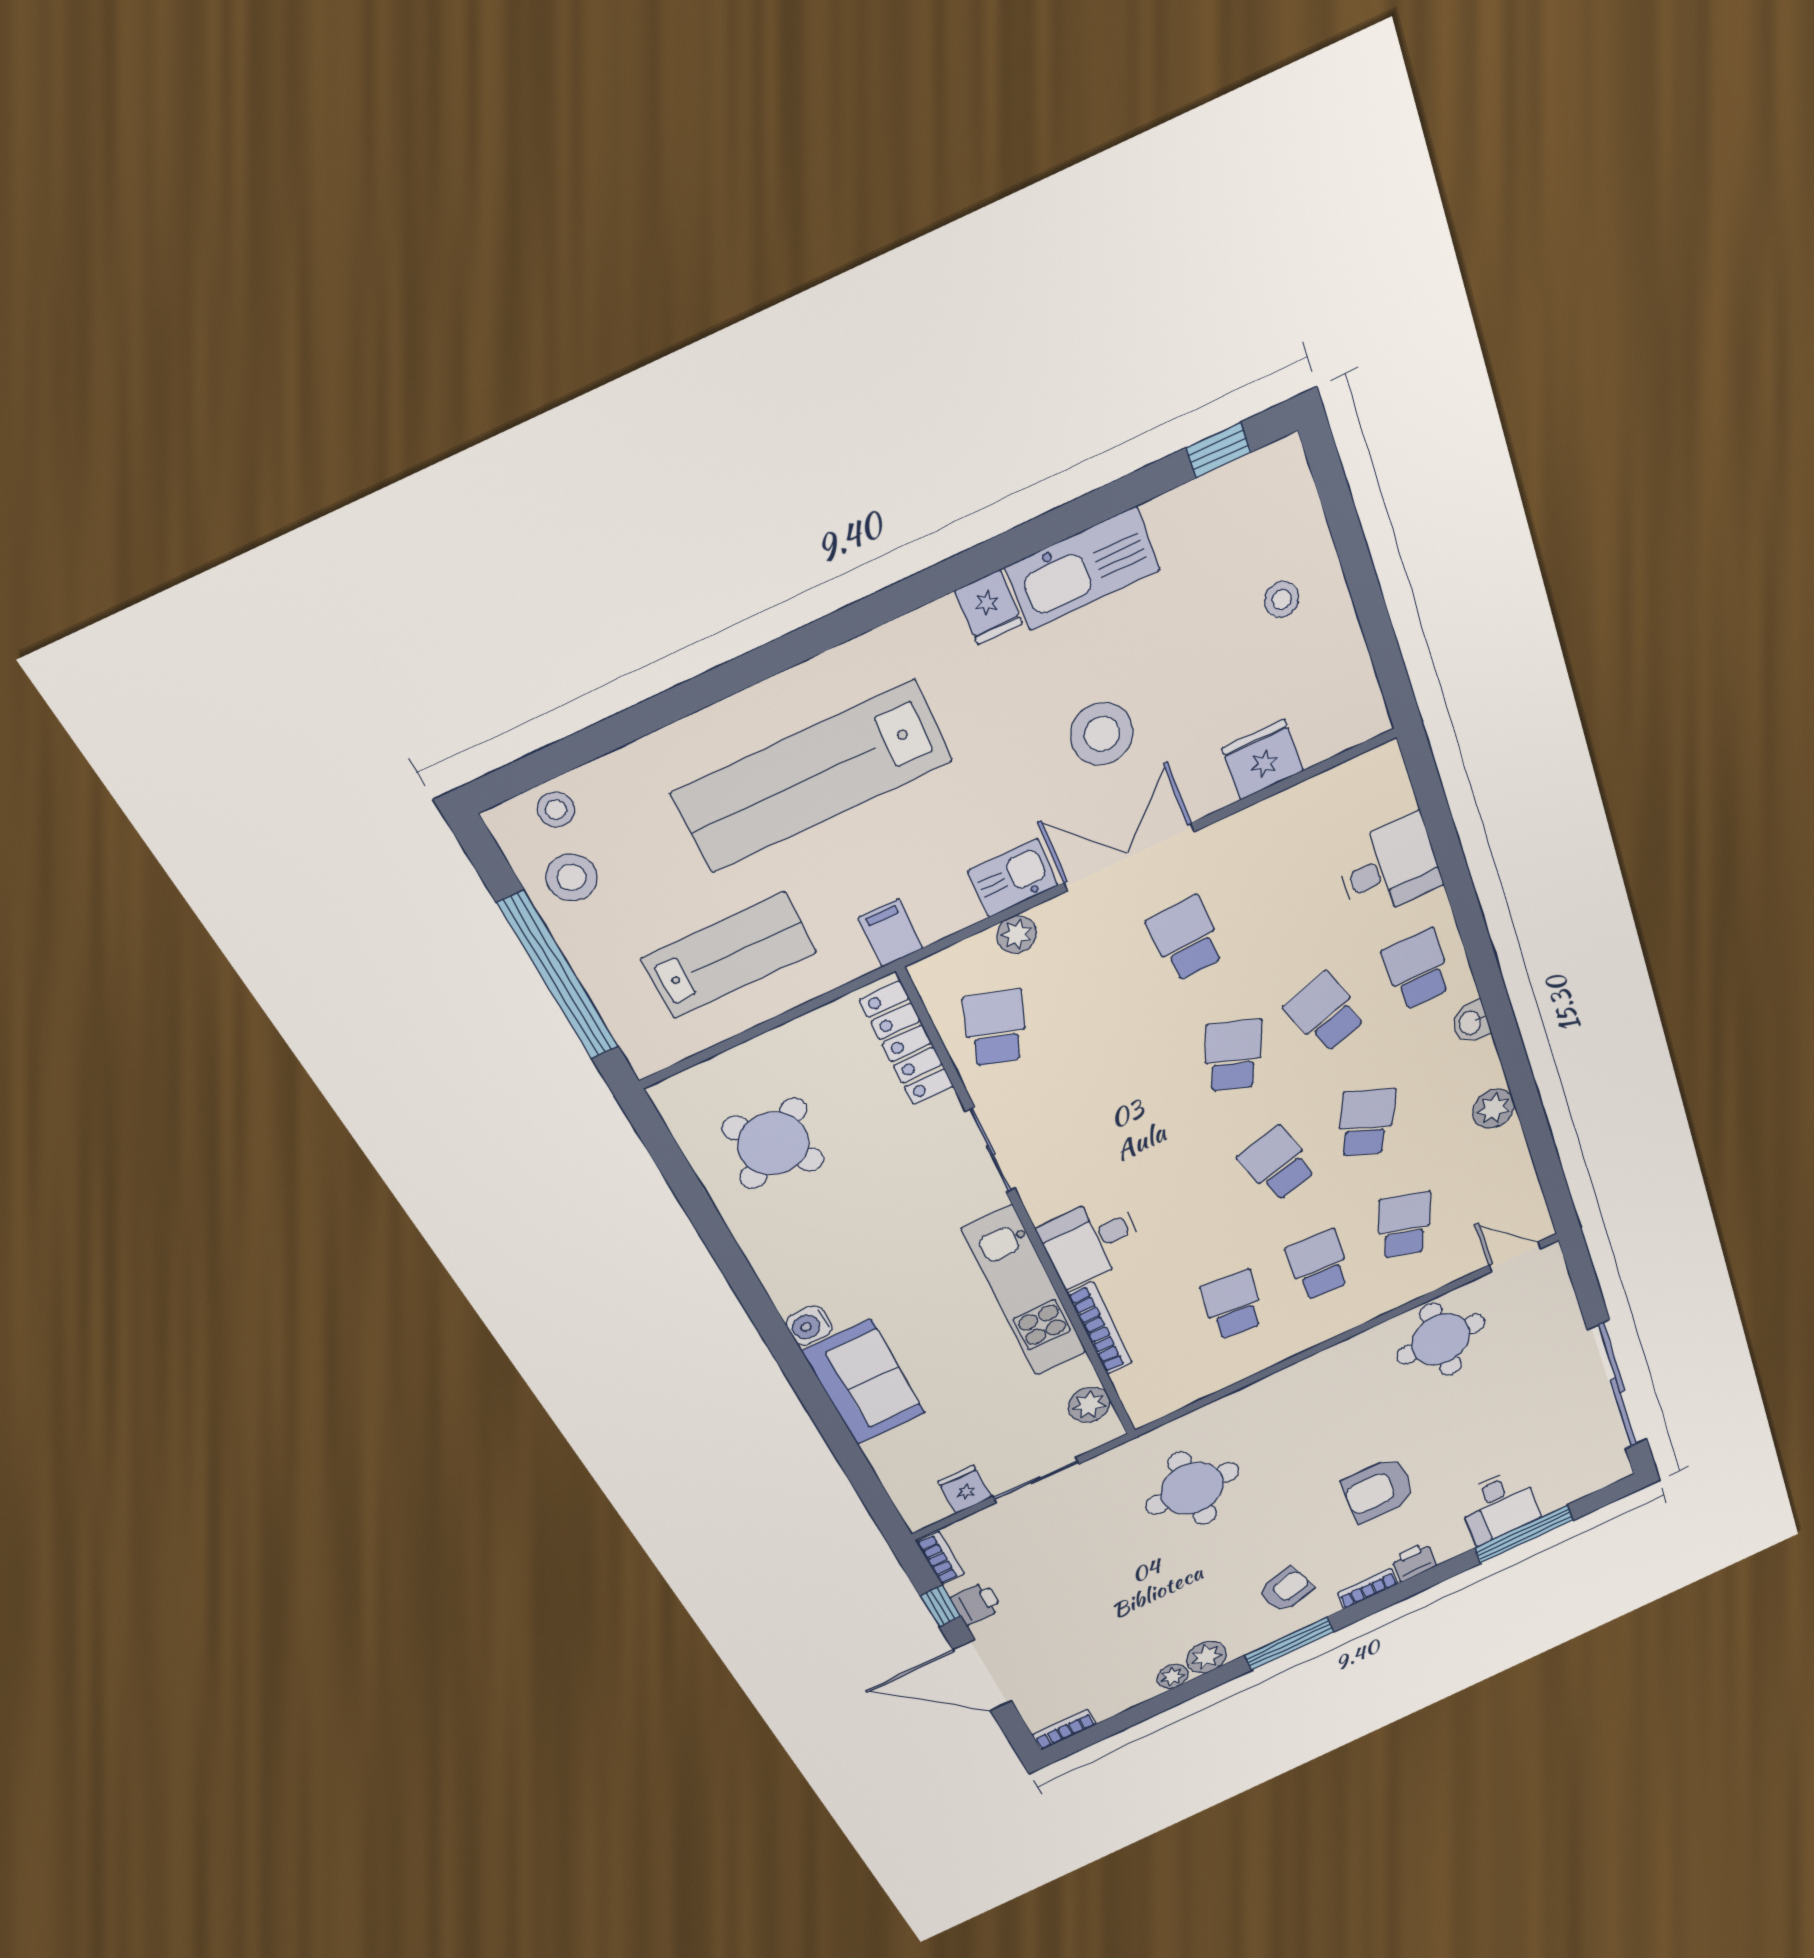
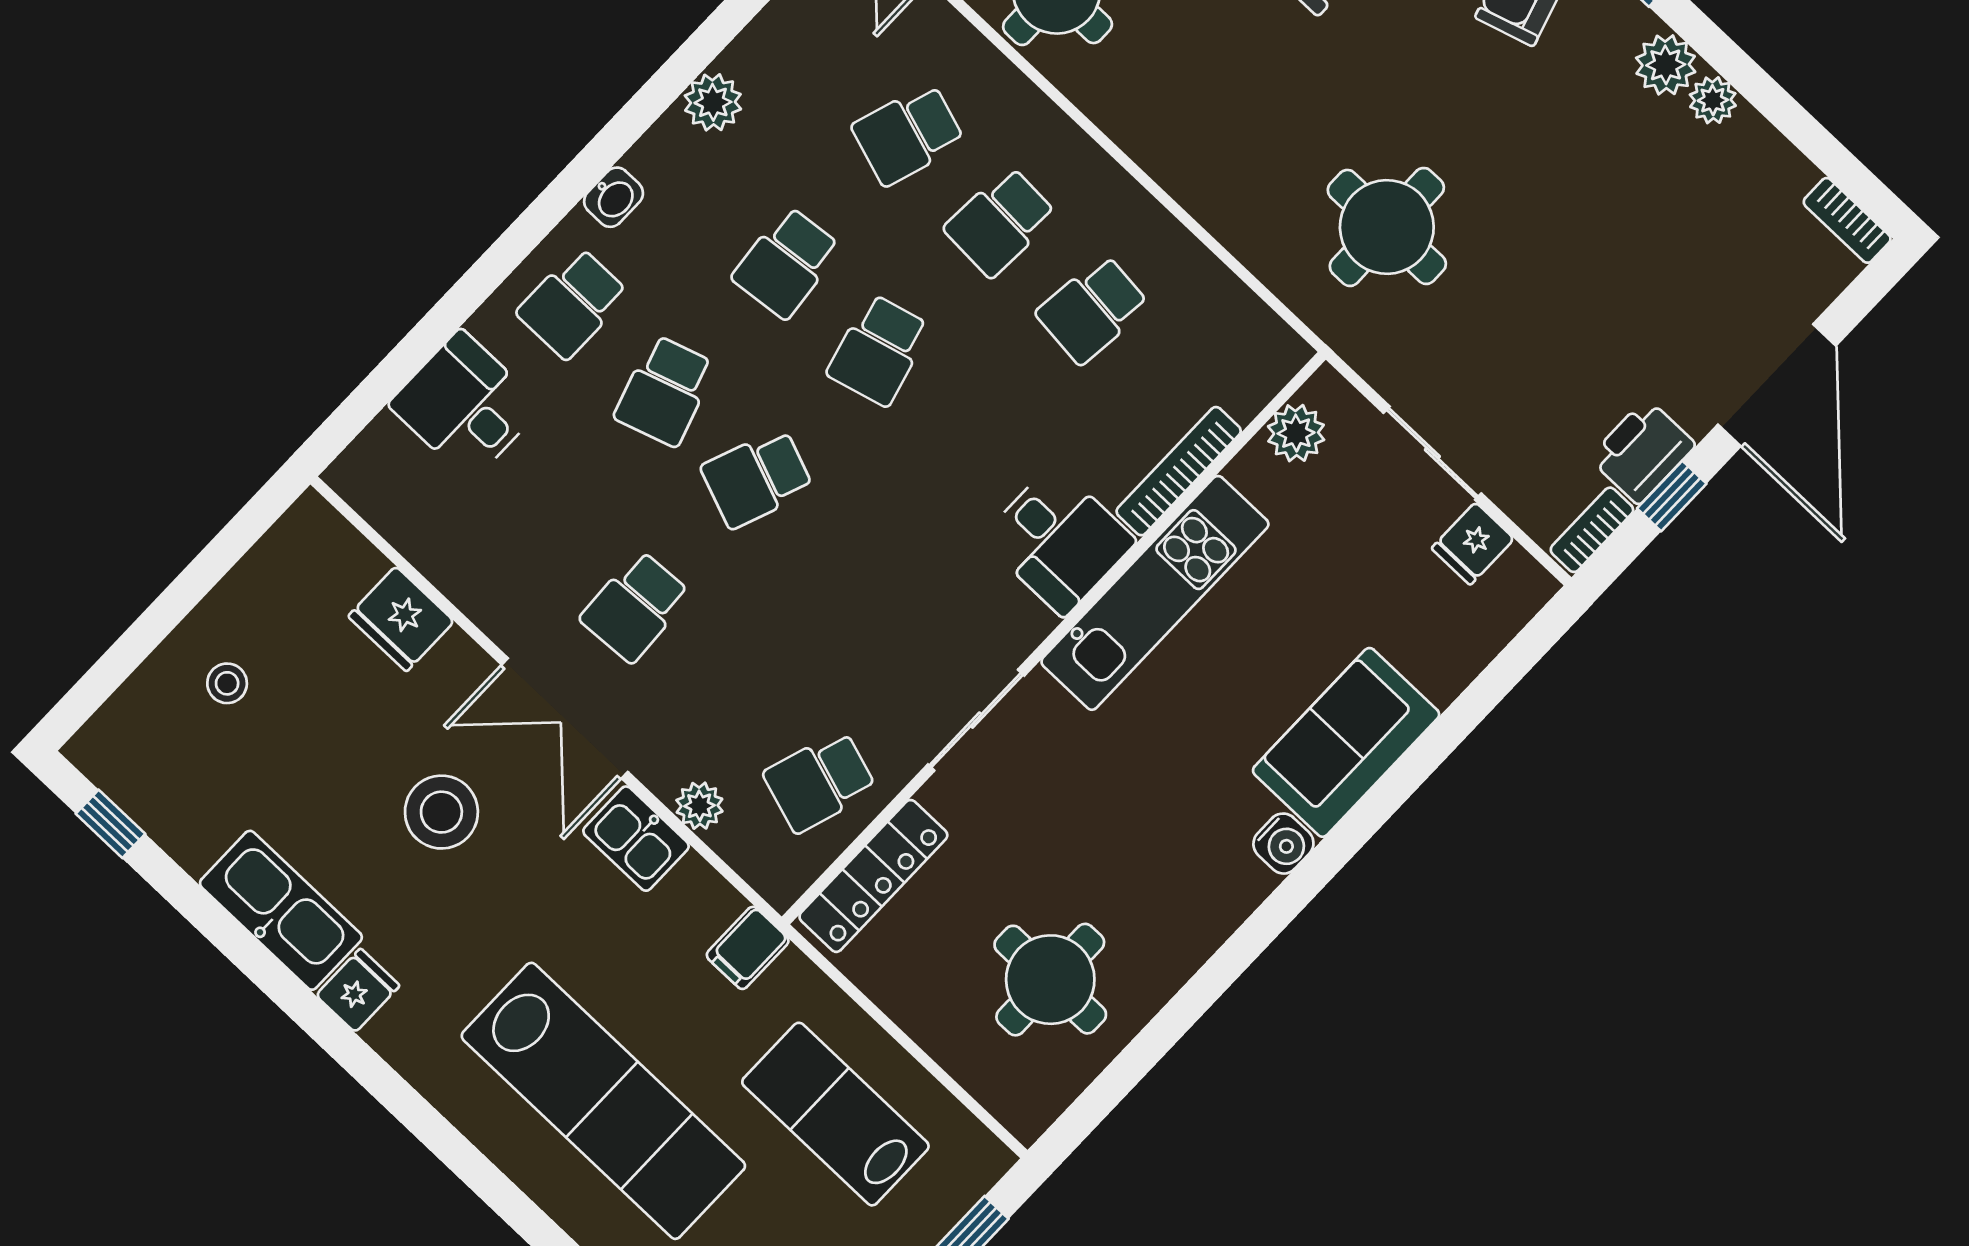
school desk: (1366, 1122) -> (786, 263), turned -30
round table: (773, 1144) -> (1050, 980), turned 36
printer: (976, 1604) -> (1643, 451), width x1.36, depth x1.24

